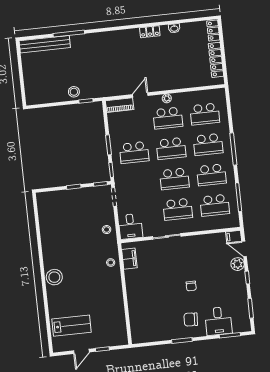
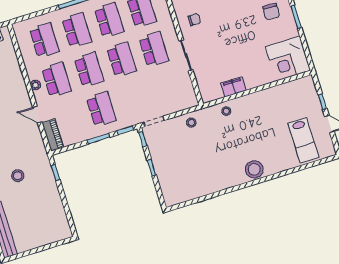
stool: (74, 92) -> (18, 176), moved
desk: (130, 226) -> (183, 97), removed
filing cabinet: (129, 259) -> (233, 87), moved
chair: (191, 286) -> (194, 20), moved
lab bench: (71, 326) -> (303, 140), turned 180
corner desk: (146, 326) -> (288, 59), added

